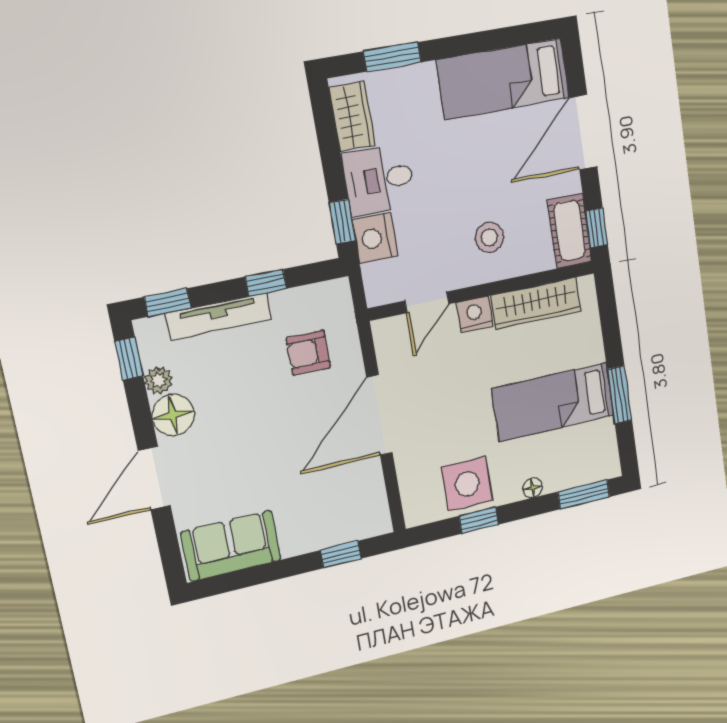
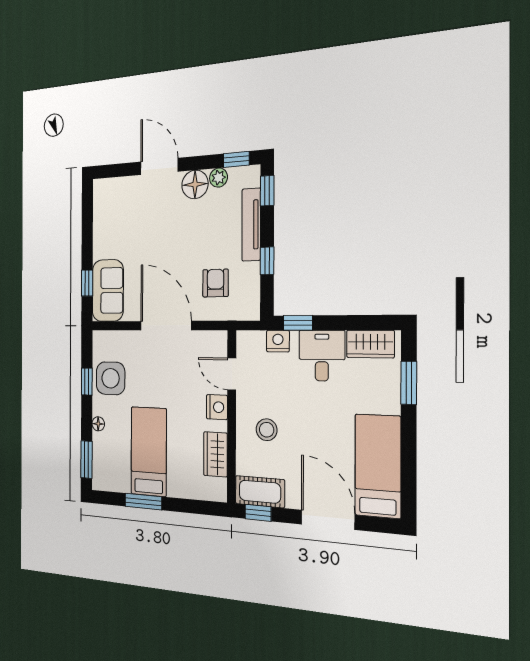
nightstand: (375, 238) -> (278, 341), width x0.74, depth x0.75
wardrobe: (536, 303) -> (215, 454), width x0.67
sofa: (231, 546) -> (108, 291), moved

